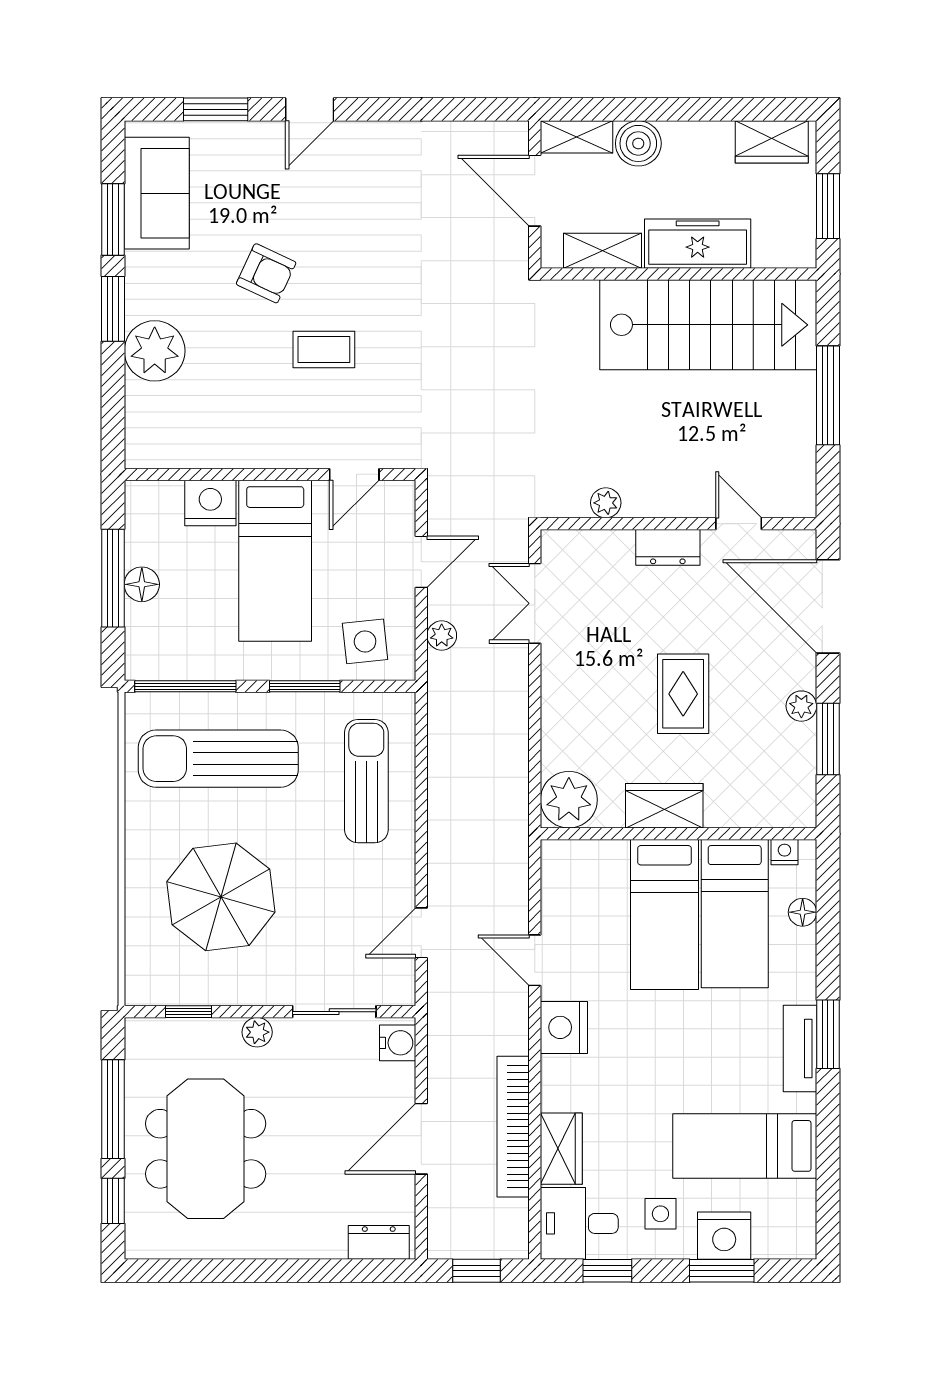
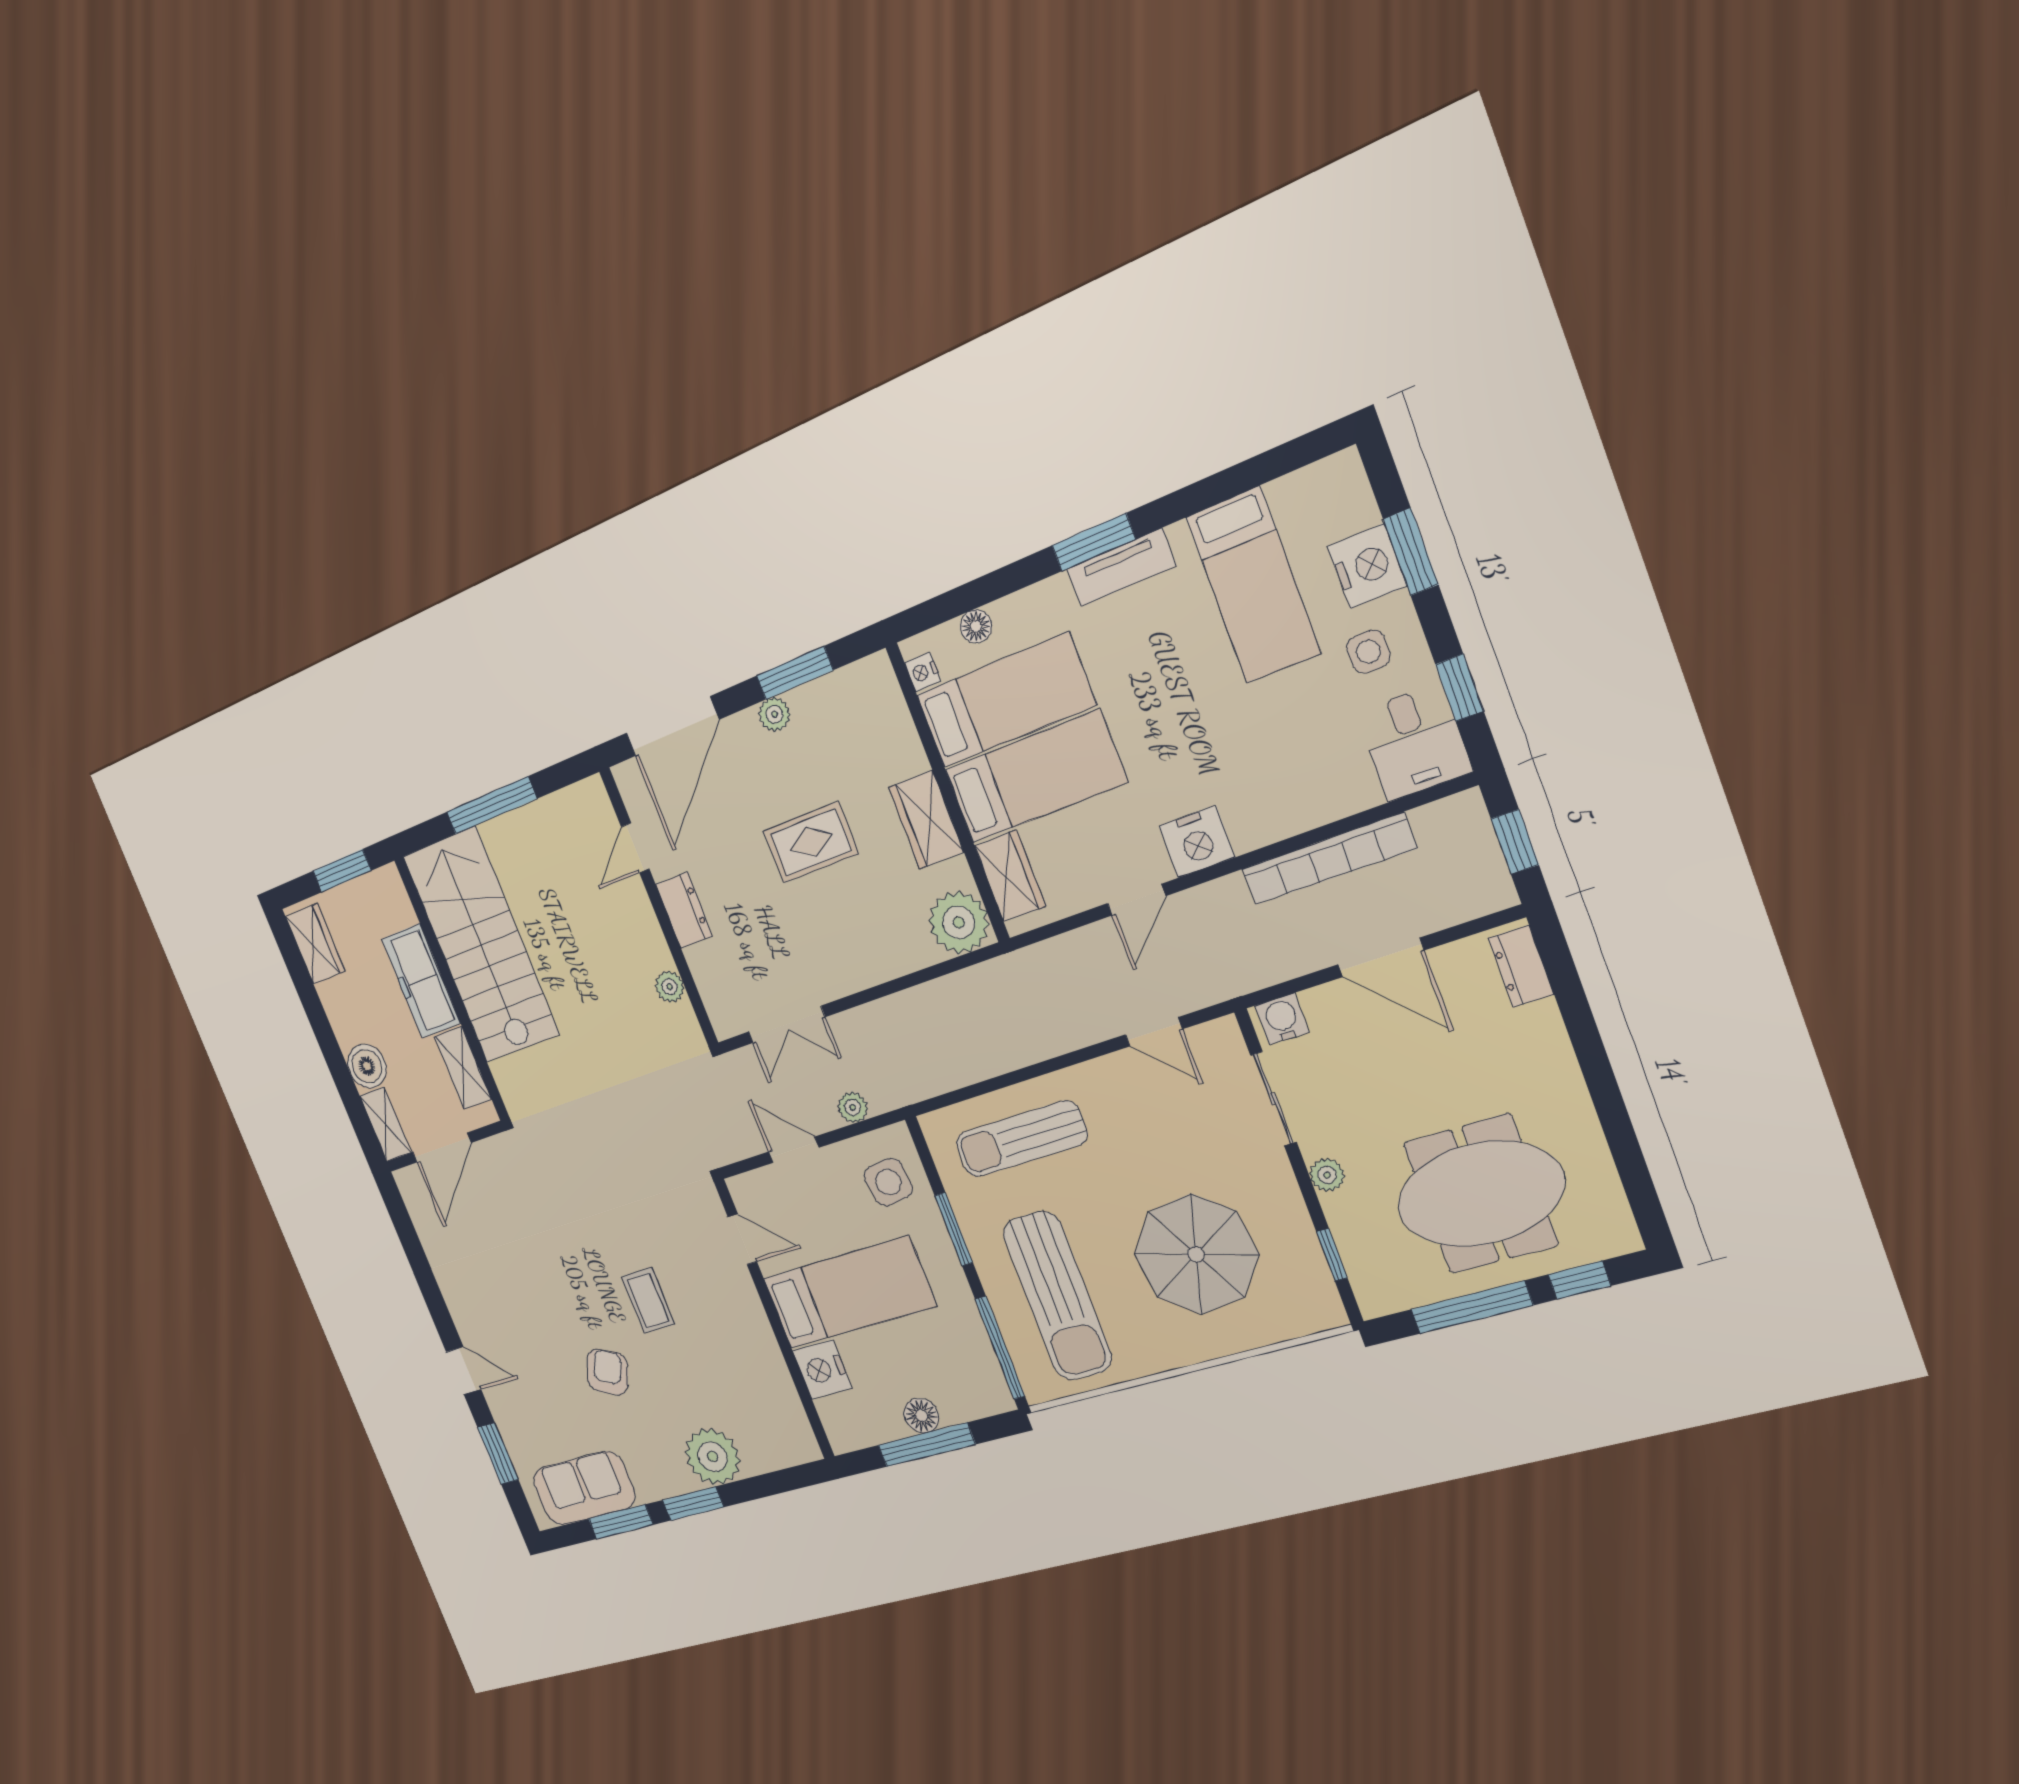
wardrobe: (561, 1149) -> (1010, 876), moved, turned 90

